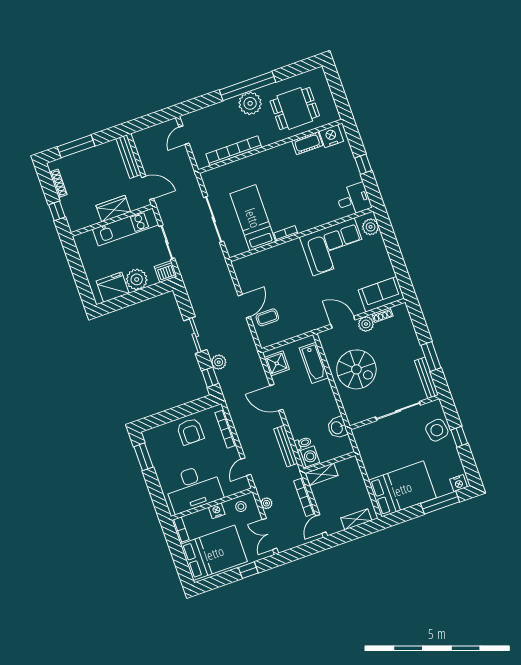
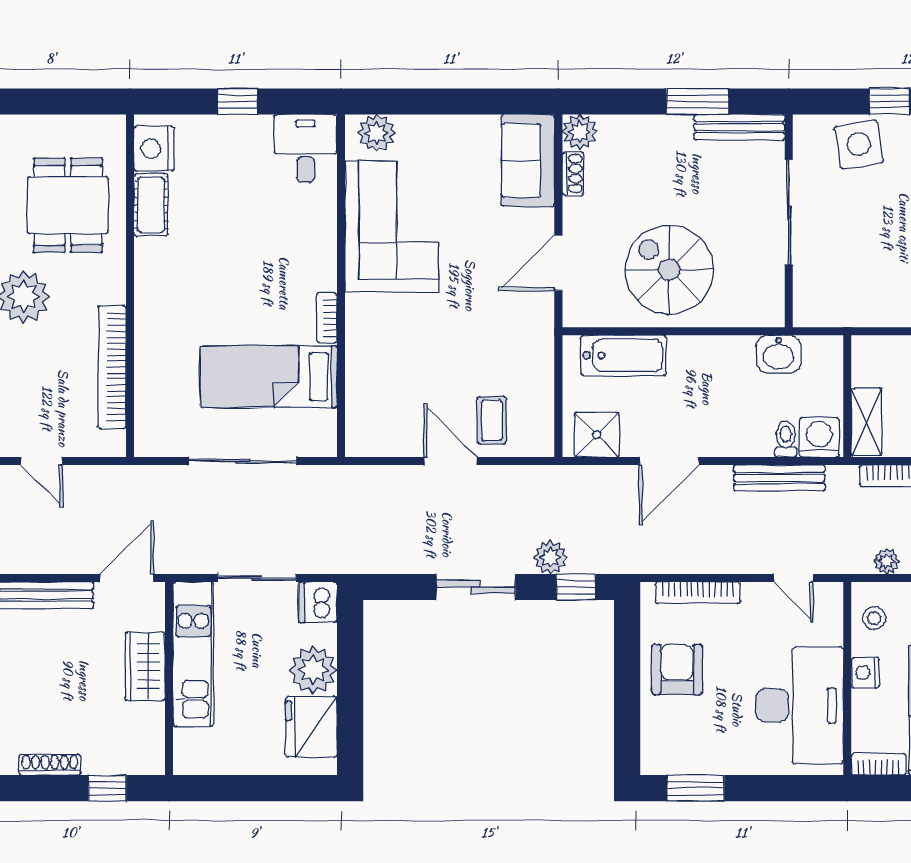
plant: (366, 324) -> (580, 132), moved
spiral stairs: (356, 369) -> (669, 270), turned -90
armchair: (190, 431) -> (677, 669), turned -90

